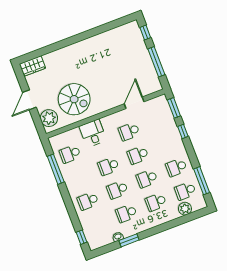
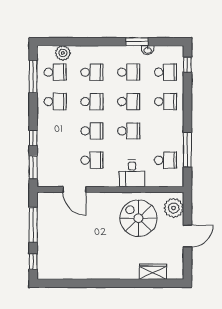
wardrobe: (32, 66) -> (153, 272), moved
door: (134, 103) -> (74, 189), hinge flipped
school desk: (97, 224) -> (165, 72), added

